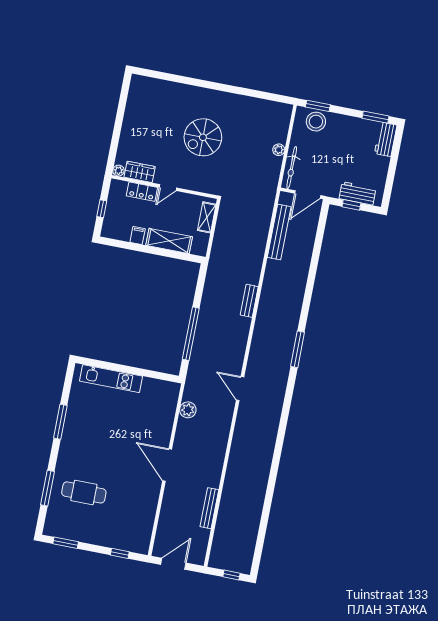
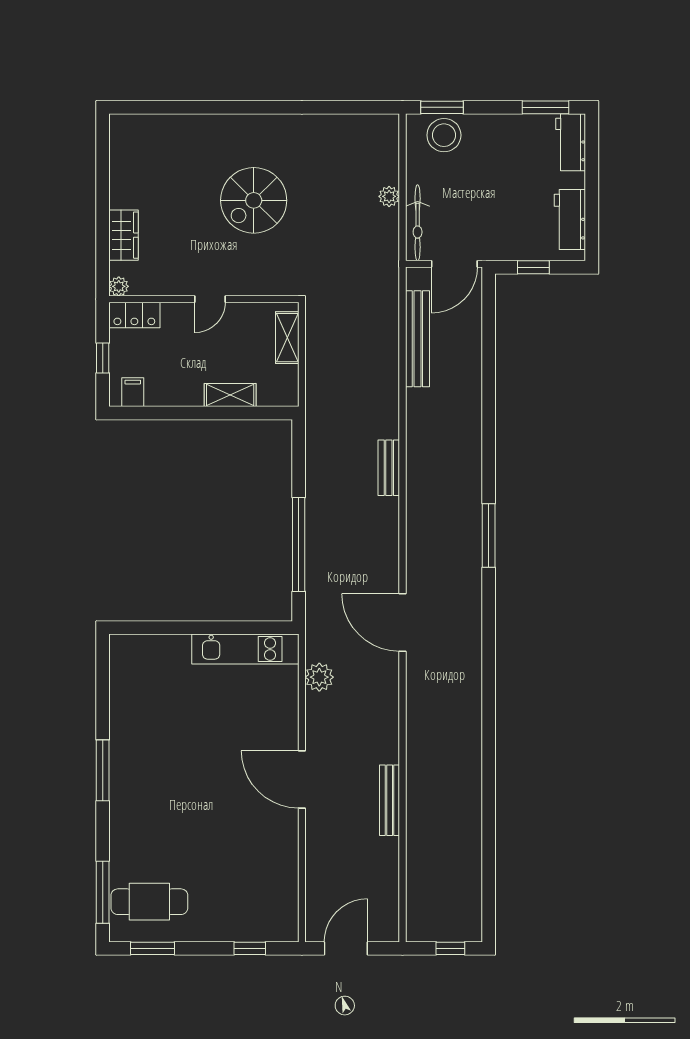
wardrobe: (140, 172) -> (124, 235), moved, turned 90
locker: (142, 192) -> (134, 315), moved
workbench: (358, 193) -> (570, 220), moved, turned -90
filing cabinet: (138, 235) -> (133, 392), moved
shelving: (169, 241) -> (230, 395), width x0.67, depth x0.75
kitchen unit: (111, 379) -> (245, 649), moved
door: (240, 388) -> (403, 623), width x1.36
window: (60, 422) -> (103, 770), moved
window: (47, 488) -> (103, 892), moved
cafe table: (84, 492) -> (149, 902), moved
bench: (209, 508) -> (390, 800), moved

